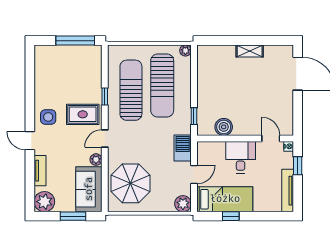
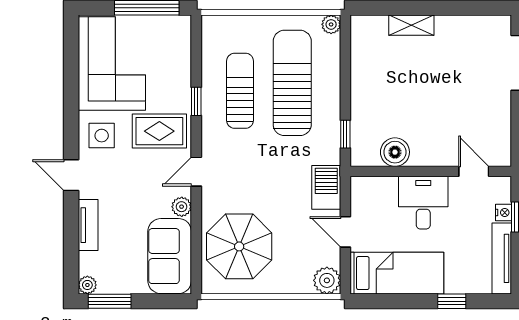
shelving: (250, 51) -> (411, 25), moved
corner sofa: (54, 74) -> (112, 63), added
sun lounger: (162, 86) -> (292, 83), turned 180
sun lounger: (131, 90) -> (240, 91), width x0.73, depth x0.75
nightstand: (289, 146) -> (503, 213), moved
door: (194, 175) -> (345, 232), swing flipped
plant: (44, 202) -> (87, 285), width x0.53, depth x0.53
window: (73, 216) -> (110, 301), moved
window: (231, 216) -> (452, 301), moved

